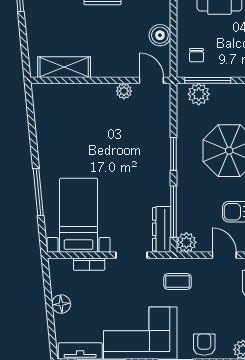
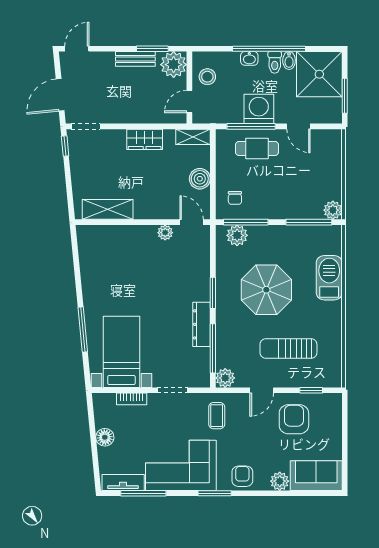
dresser: (162, 229) -> (201, 324), moved
door: (224, 255) -> (262, 390), swing flipped
coffee table: (178, 282) -> (217, 416), turned 90

